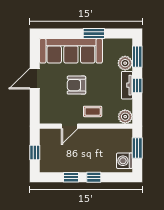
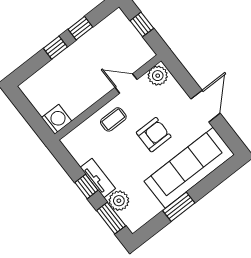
plant: (125, 117) -> (158, 76), moved
door: (70, 126) -> (126, 83), hinge flipped
window: (137, 148) -> (33, 117), removed
washing machine: (125, 161) -> (57, 119), moved

